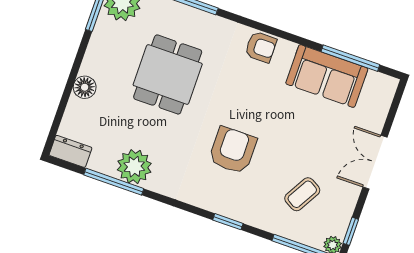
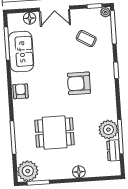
floor lamp: (376, 114) -> (30, 18), added
dresser: (71, 151) -> (113, 151), moved

